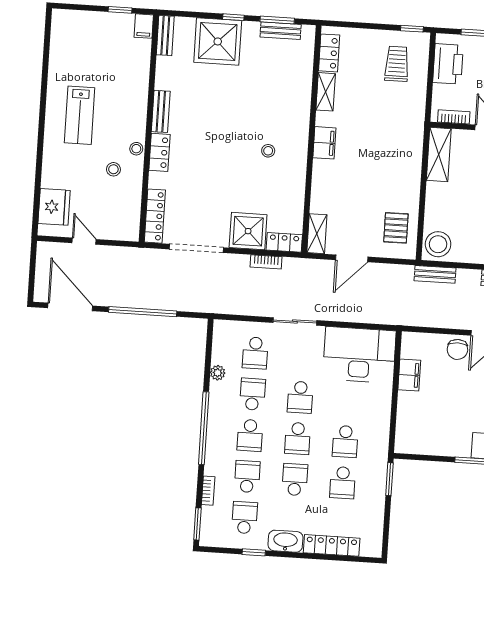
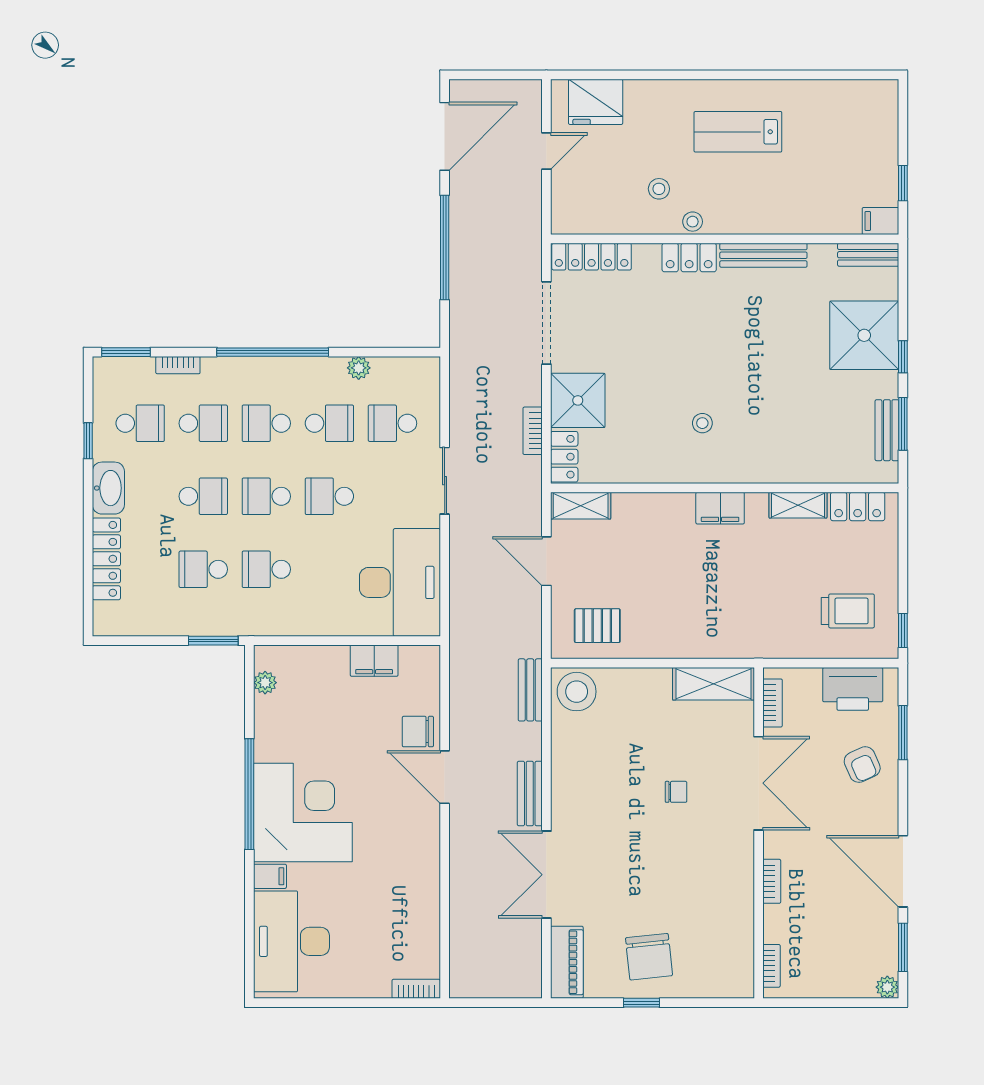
bench: (161, 111) -> (763, 255), width x1.36
plant: (419, 447) -> (265, 683), added

